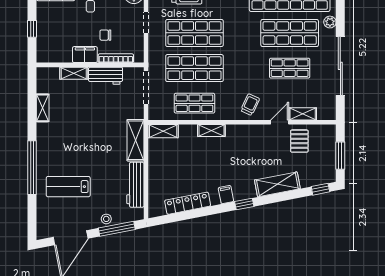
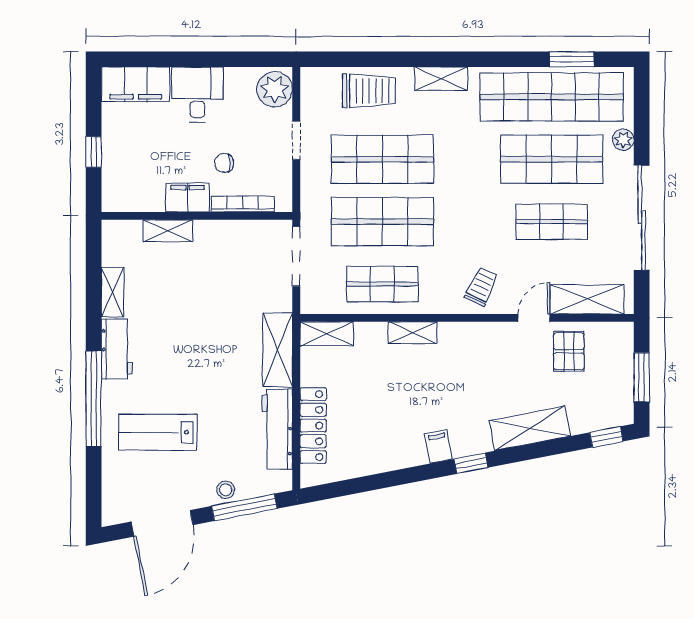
workbench: (106, 76) -> (117, 349), moved, turned -90
shelving: (303, 114) -> (587, 299), width x1.50, depth x1.33
locker: (188, 203) -> (313, 426), moved, turned 101

